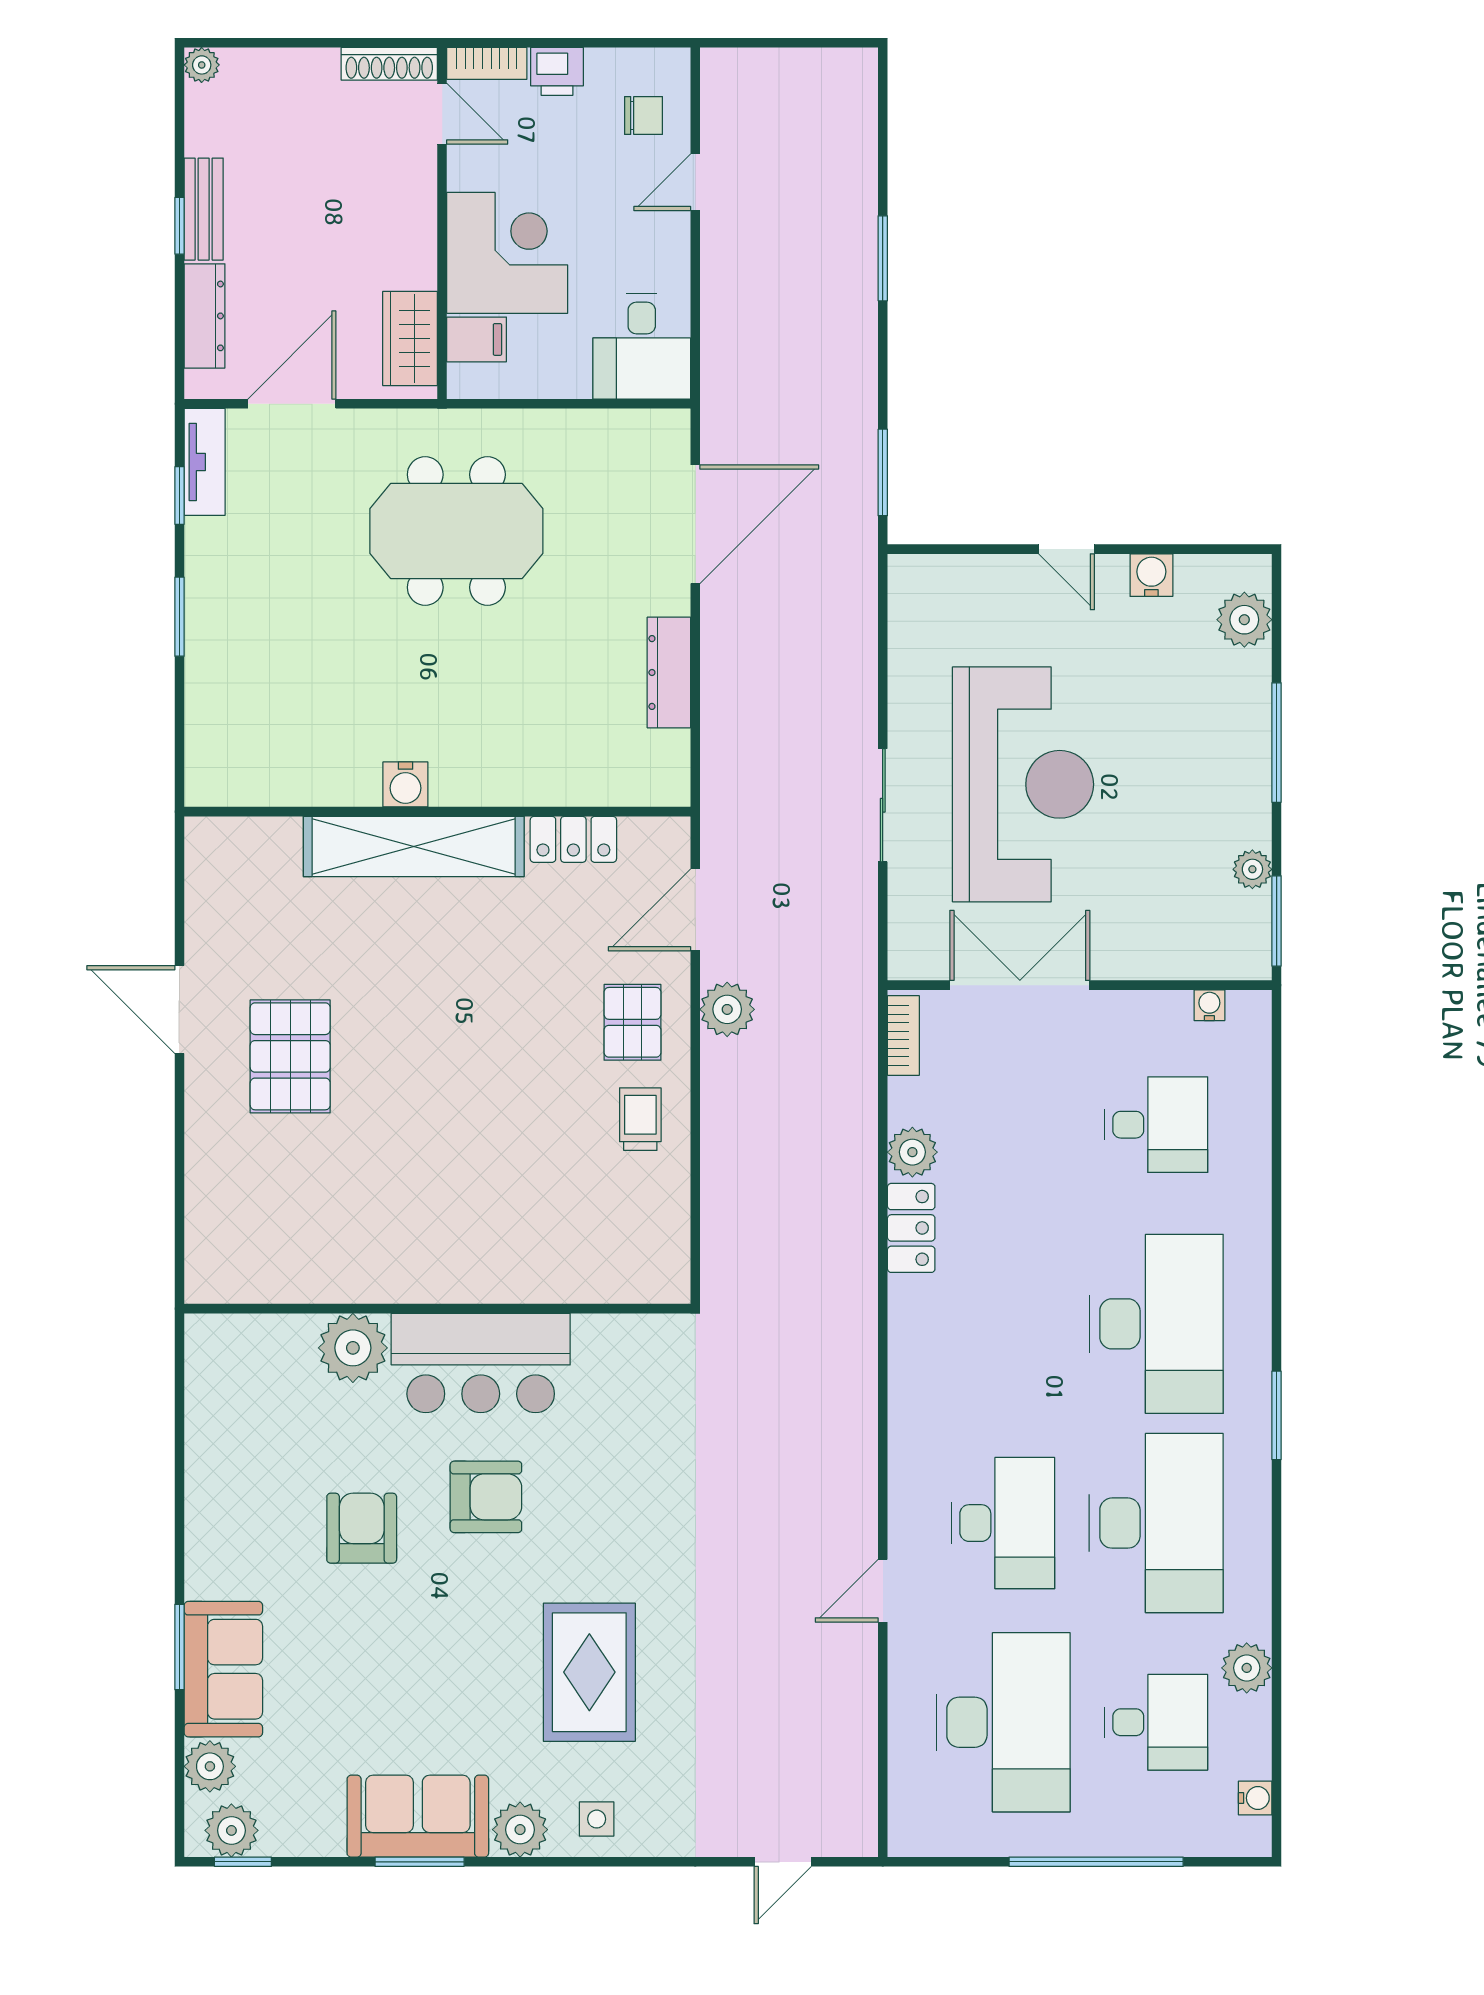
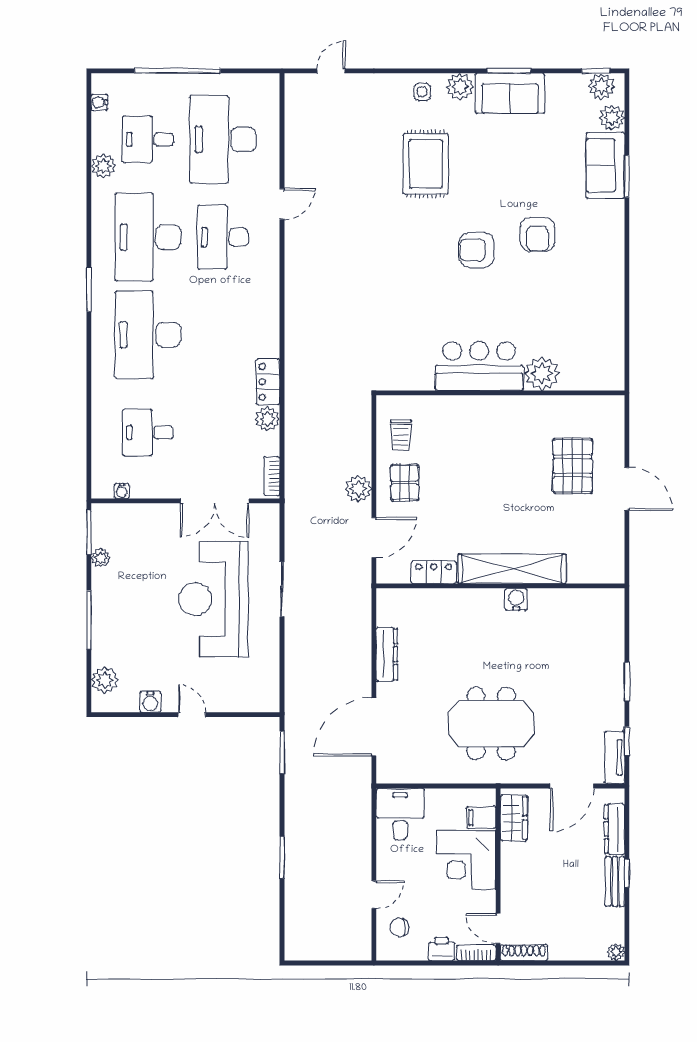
wall: (437, 1309) -> (500, 393), moved
plant: (353, 1348) -> (542, 374), moved
bar counter: (481, 1363) -> (479, 366), moved

